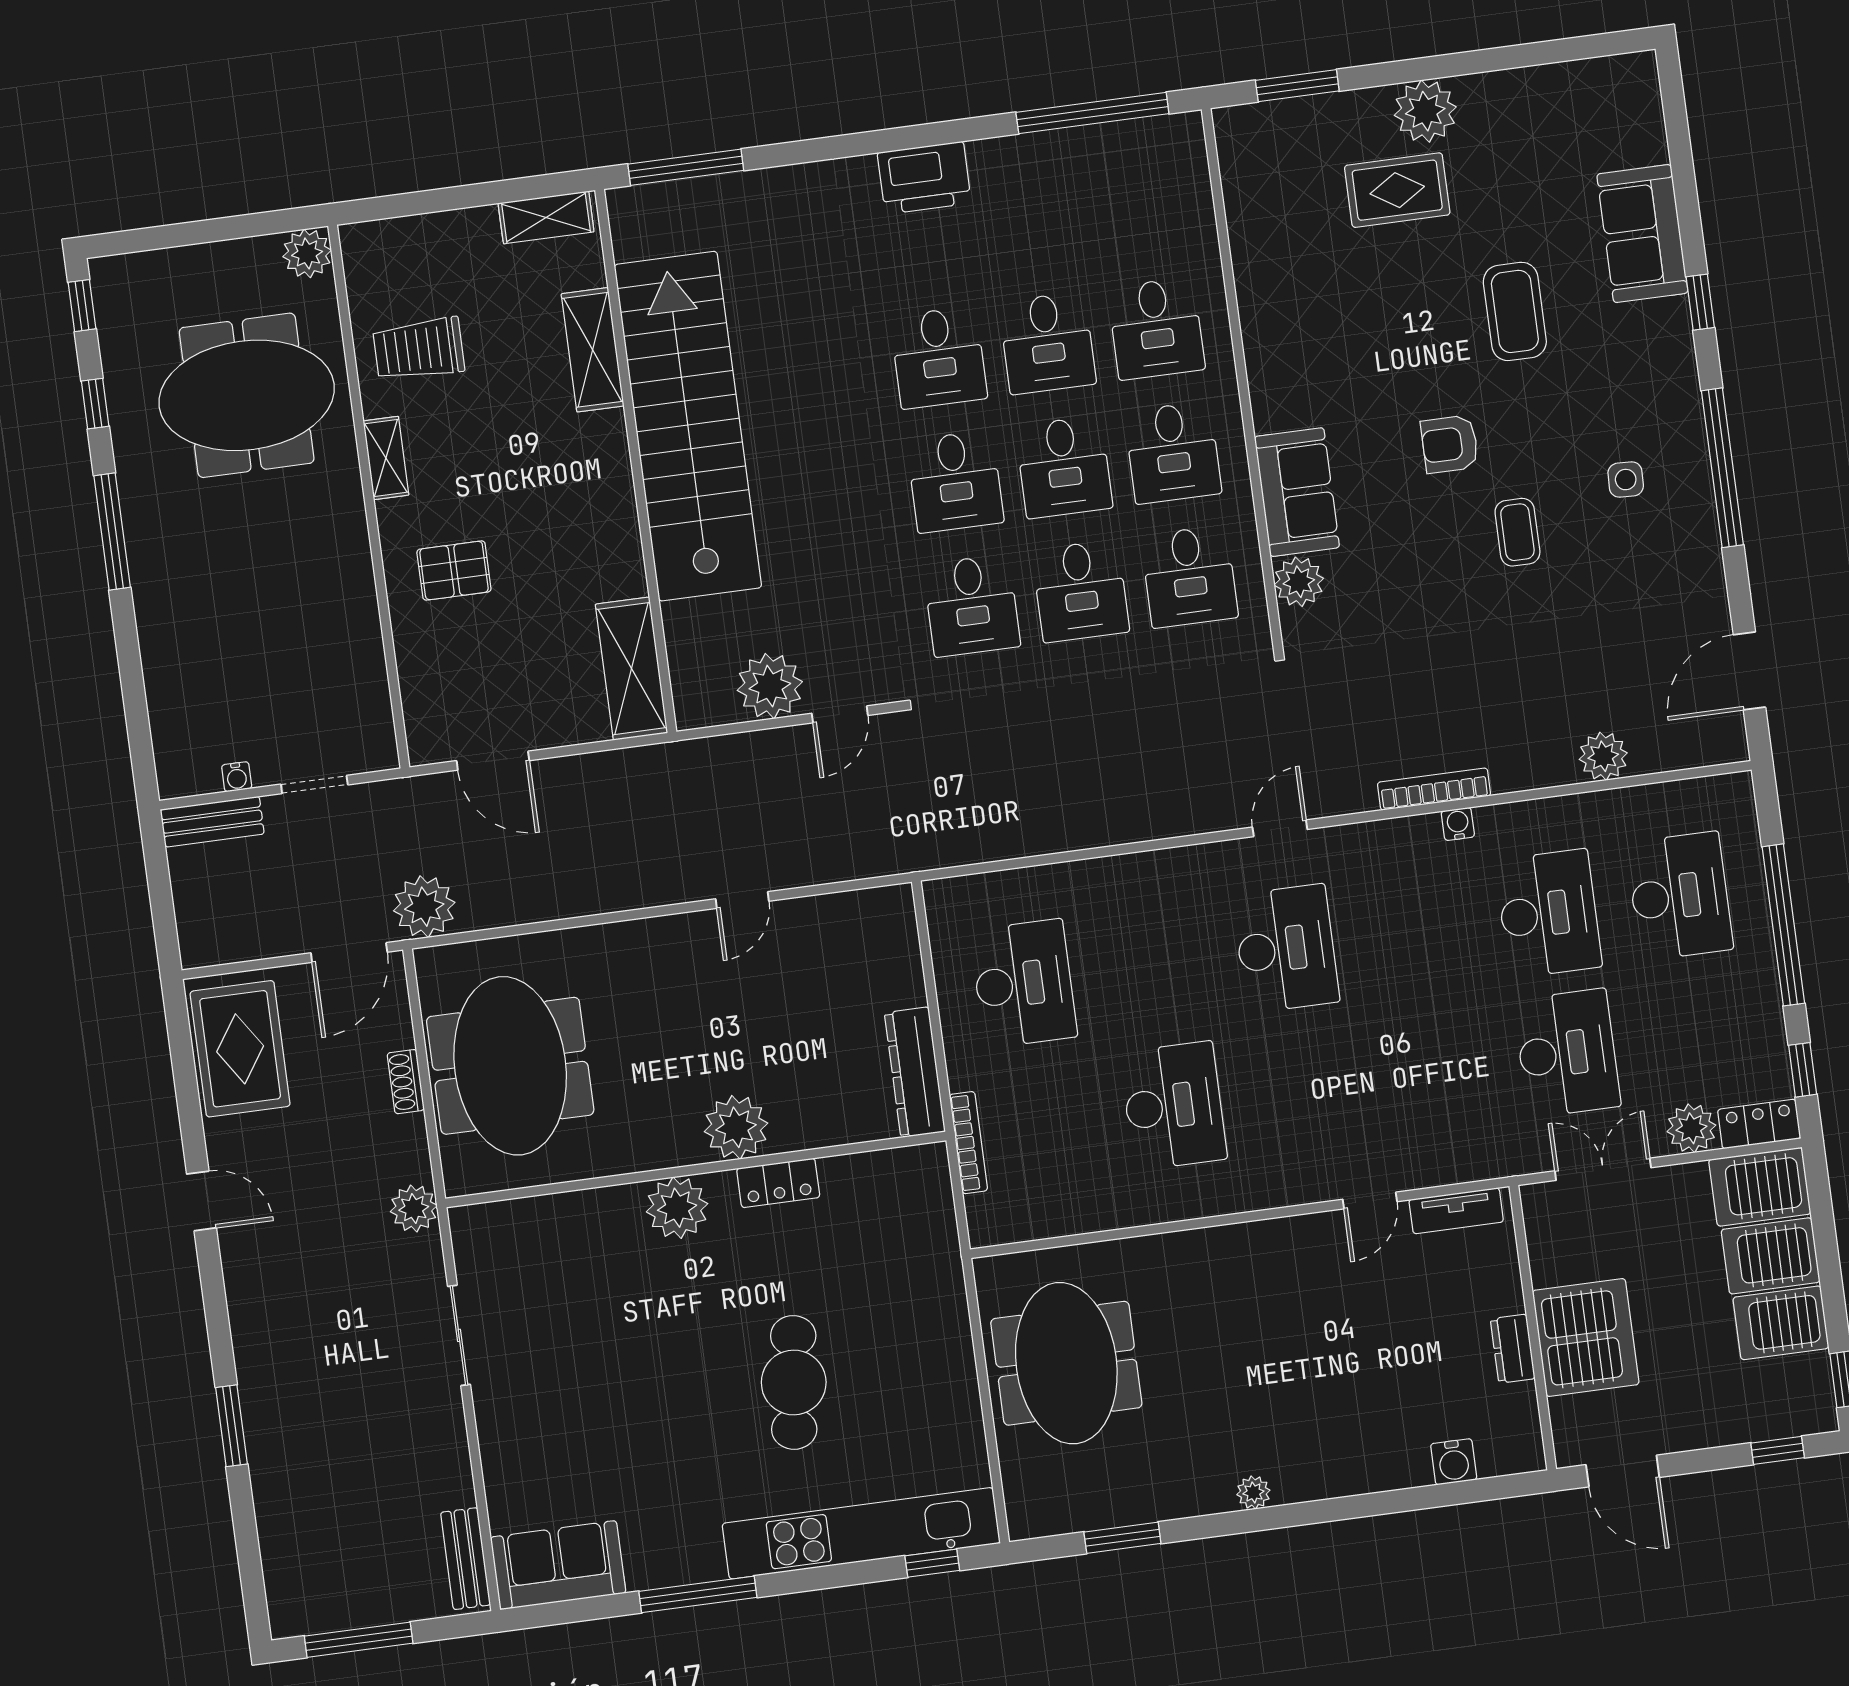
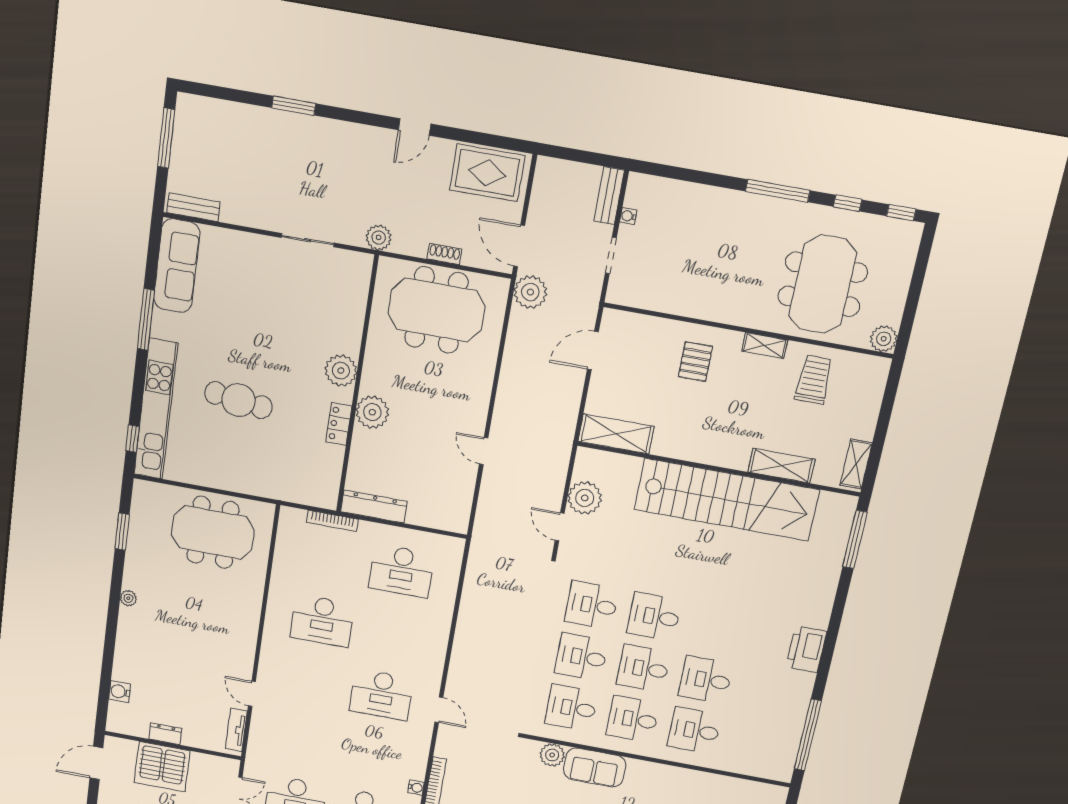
desk: (939, 357) -> (717, 628), removed
sofa: (558, 1565) -> (177, 266), width x1.36

